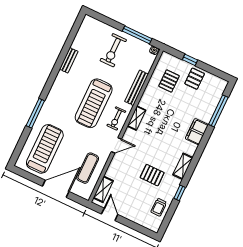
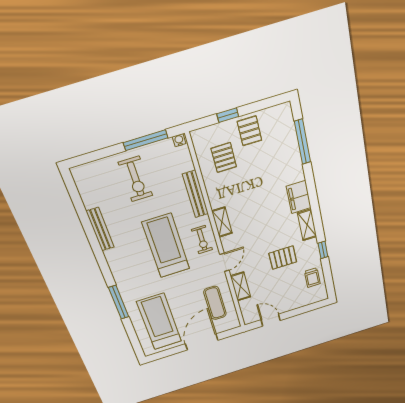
bench: (69, 60) -> (100, 229), width x1.36
treadmill: (94, 103) -> (166, 246), turned 180
filing cabinet: (197, 132) -> (299, 197), moved
shelving: (103, 189) -> (241, 286), moved

